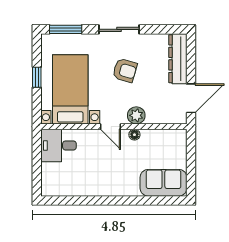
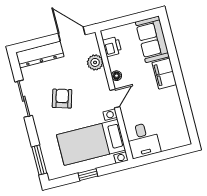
sliding door: (119, 29) -> (24, 99), moved
plant: (136, 115) -> (95, 62), moved
printer: (167, 138) -> (112, 47), added
filing cabinet: (124, 186) -> (164, 74), added

